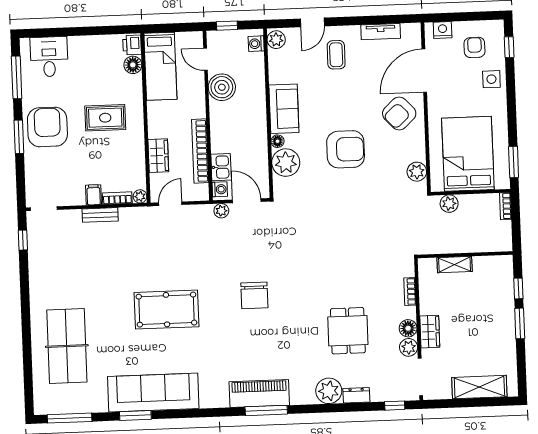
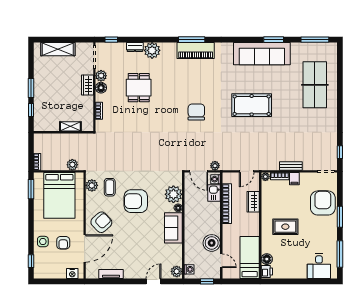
armchair: (474, 47) -> (63, 243), moved
coffee table: (336, 55) -> (110, 187), moved
armchair: (47, 127) -> (323, 203), moved, turned 180

